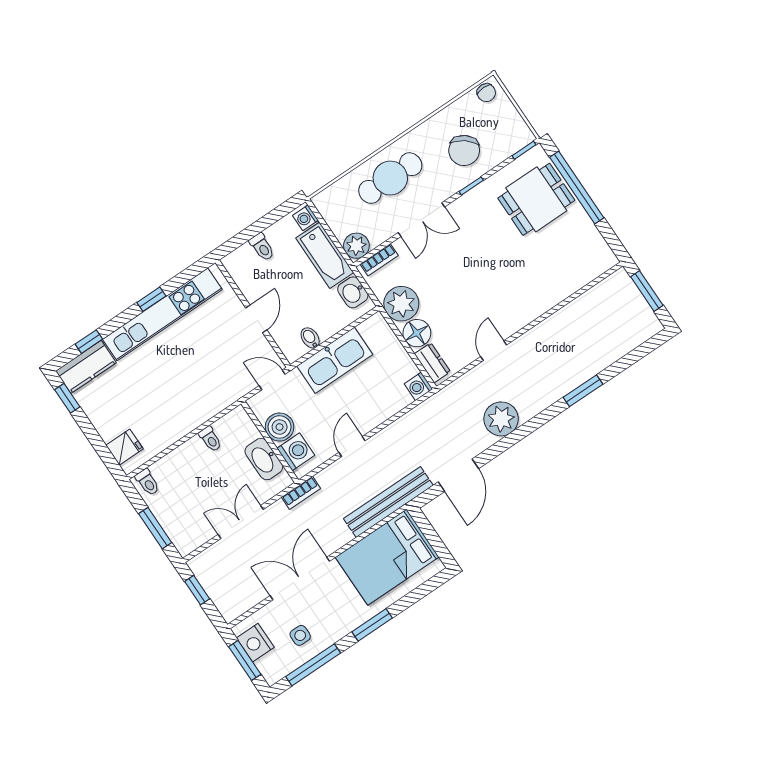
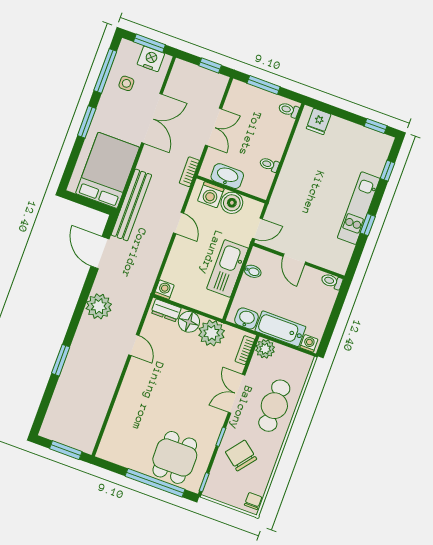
chair: (486, 93) -> (253, 501), turned 90
toilet: (262, 247) -> (332, 281), moved
kitchen unit: (162, 314) -> (359, 208), width x0.73
kitchen counter: (86, 367) -> (378, 154), removed

